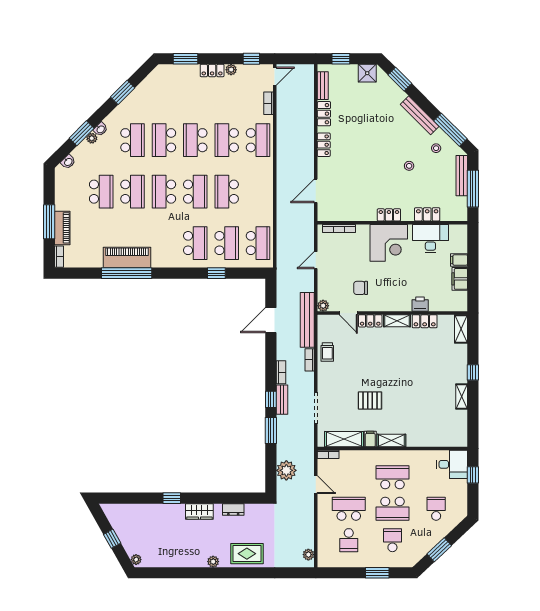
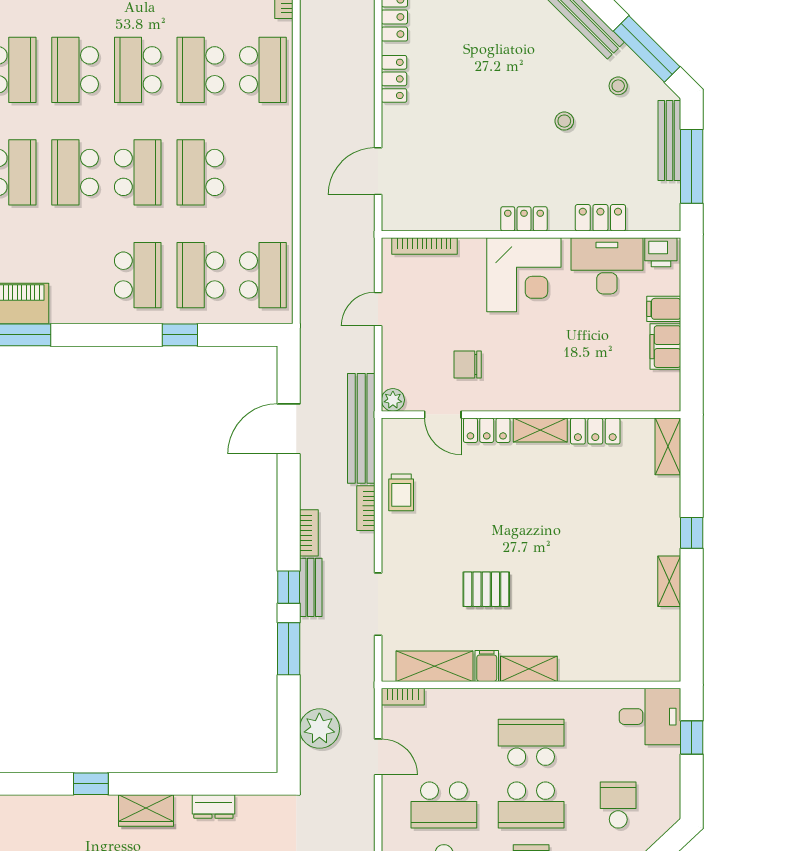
school desk: (227, 243) -> (200, 275), turned 180
printer: (420, 304) -> (661, 252), moved, turned 180
school desk: (349, 509) -> (444, 805), turned 180

